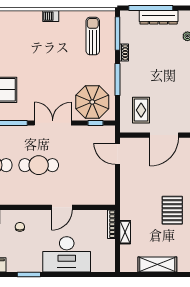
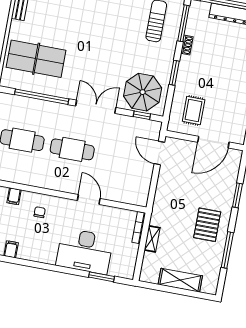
window: (118, 79) -> (174, 73), width x0.69
door: (62, 207) -> (89, 199), swing flipped
window: (29, 275) -> (101, 277), moved

